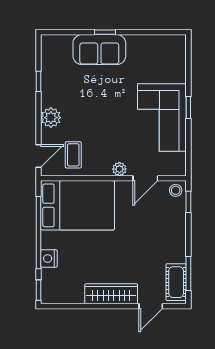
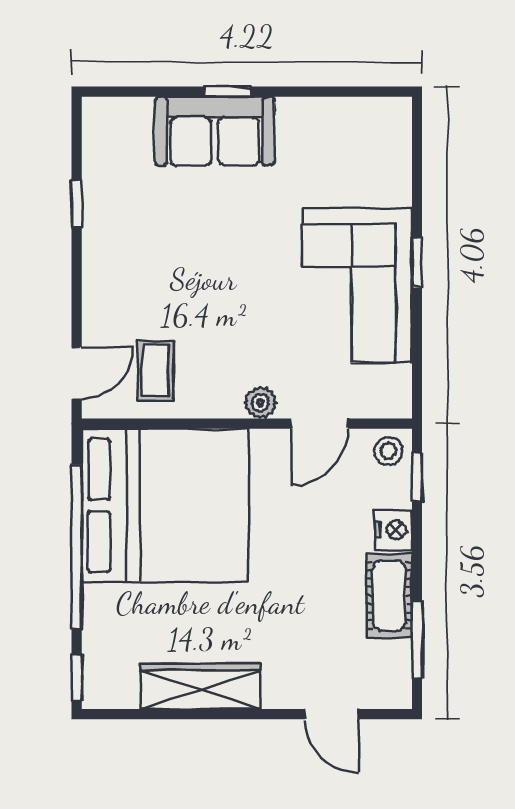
plant: (51, 118) -> (105, 285), removed
bed: (78, 205) -> (165, 505), width x1.36
nightstand: (49, 259) -> (393, 530), moved, turned 180
cot: (176, 282) -> (389, 596), moved
wardrobe: (111, 294) -> (201, 686), moved
door: (151, 306) -> (332, 714), hinge flipped

